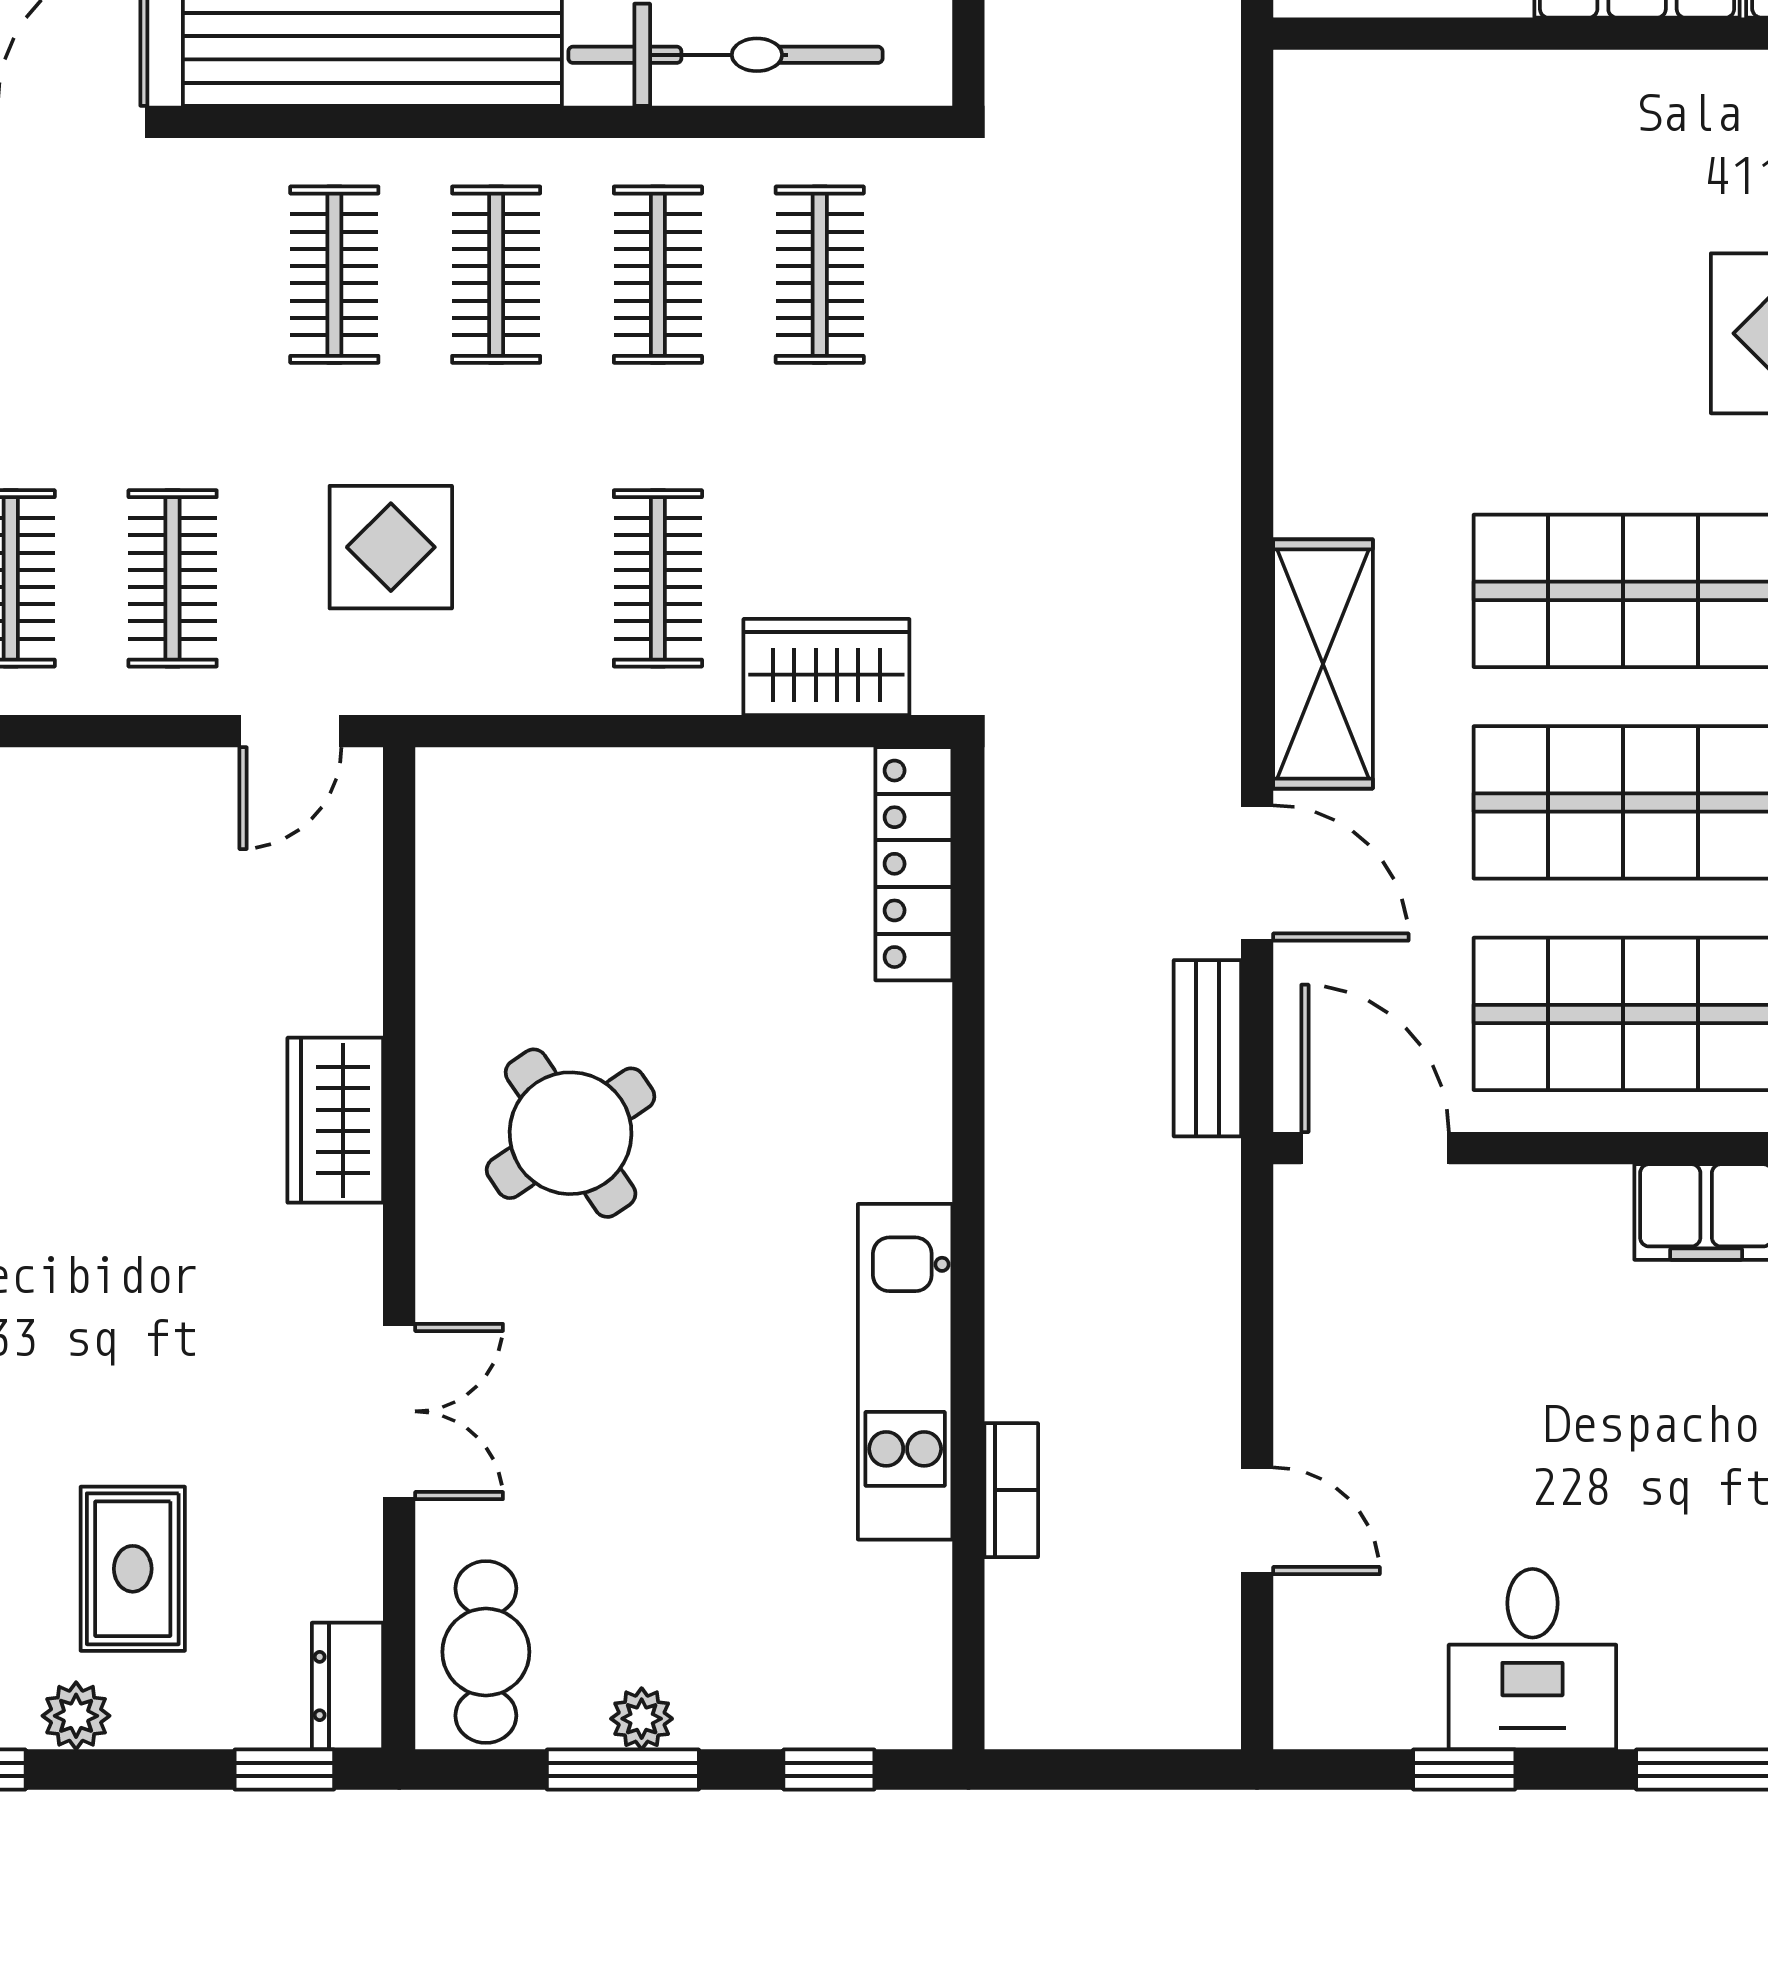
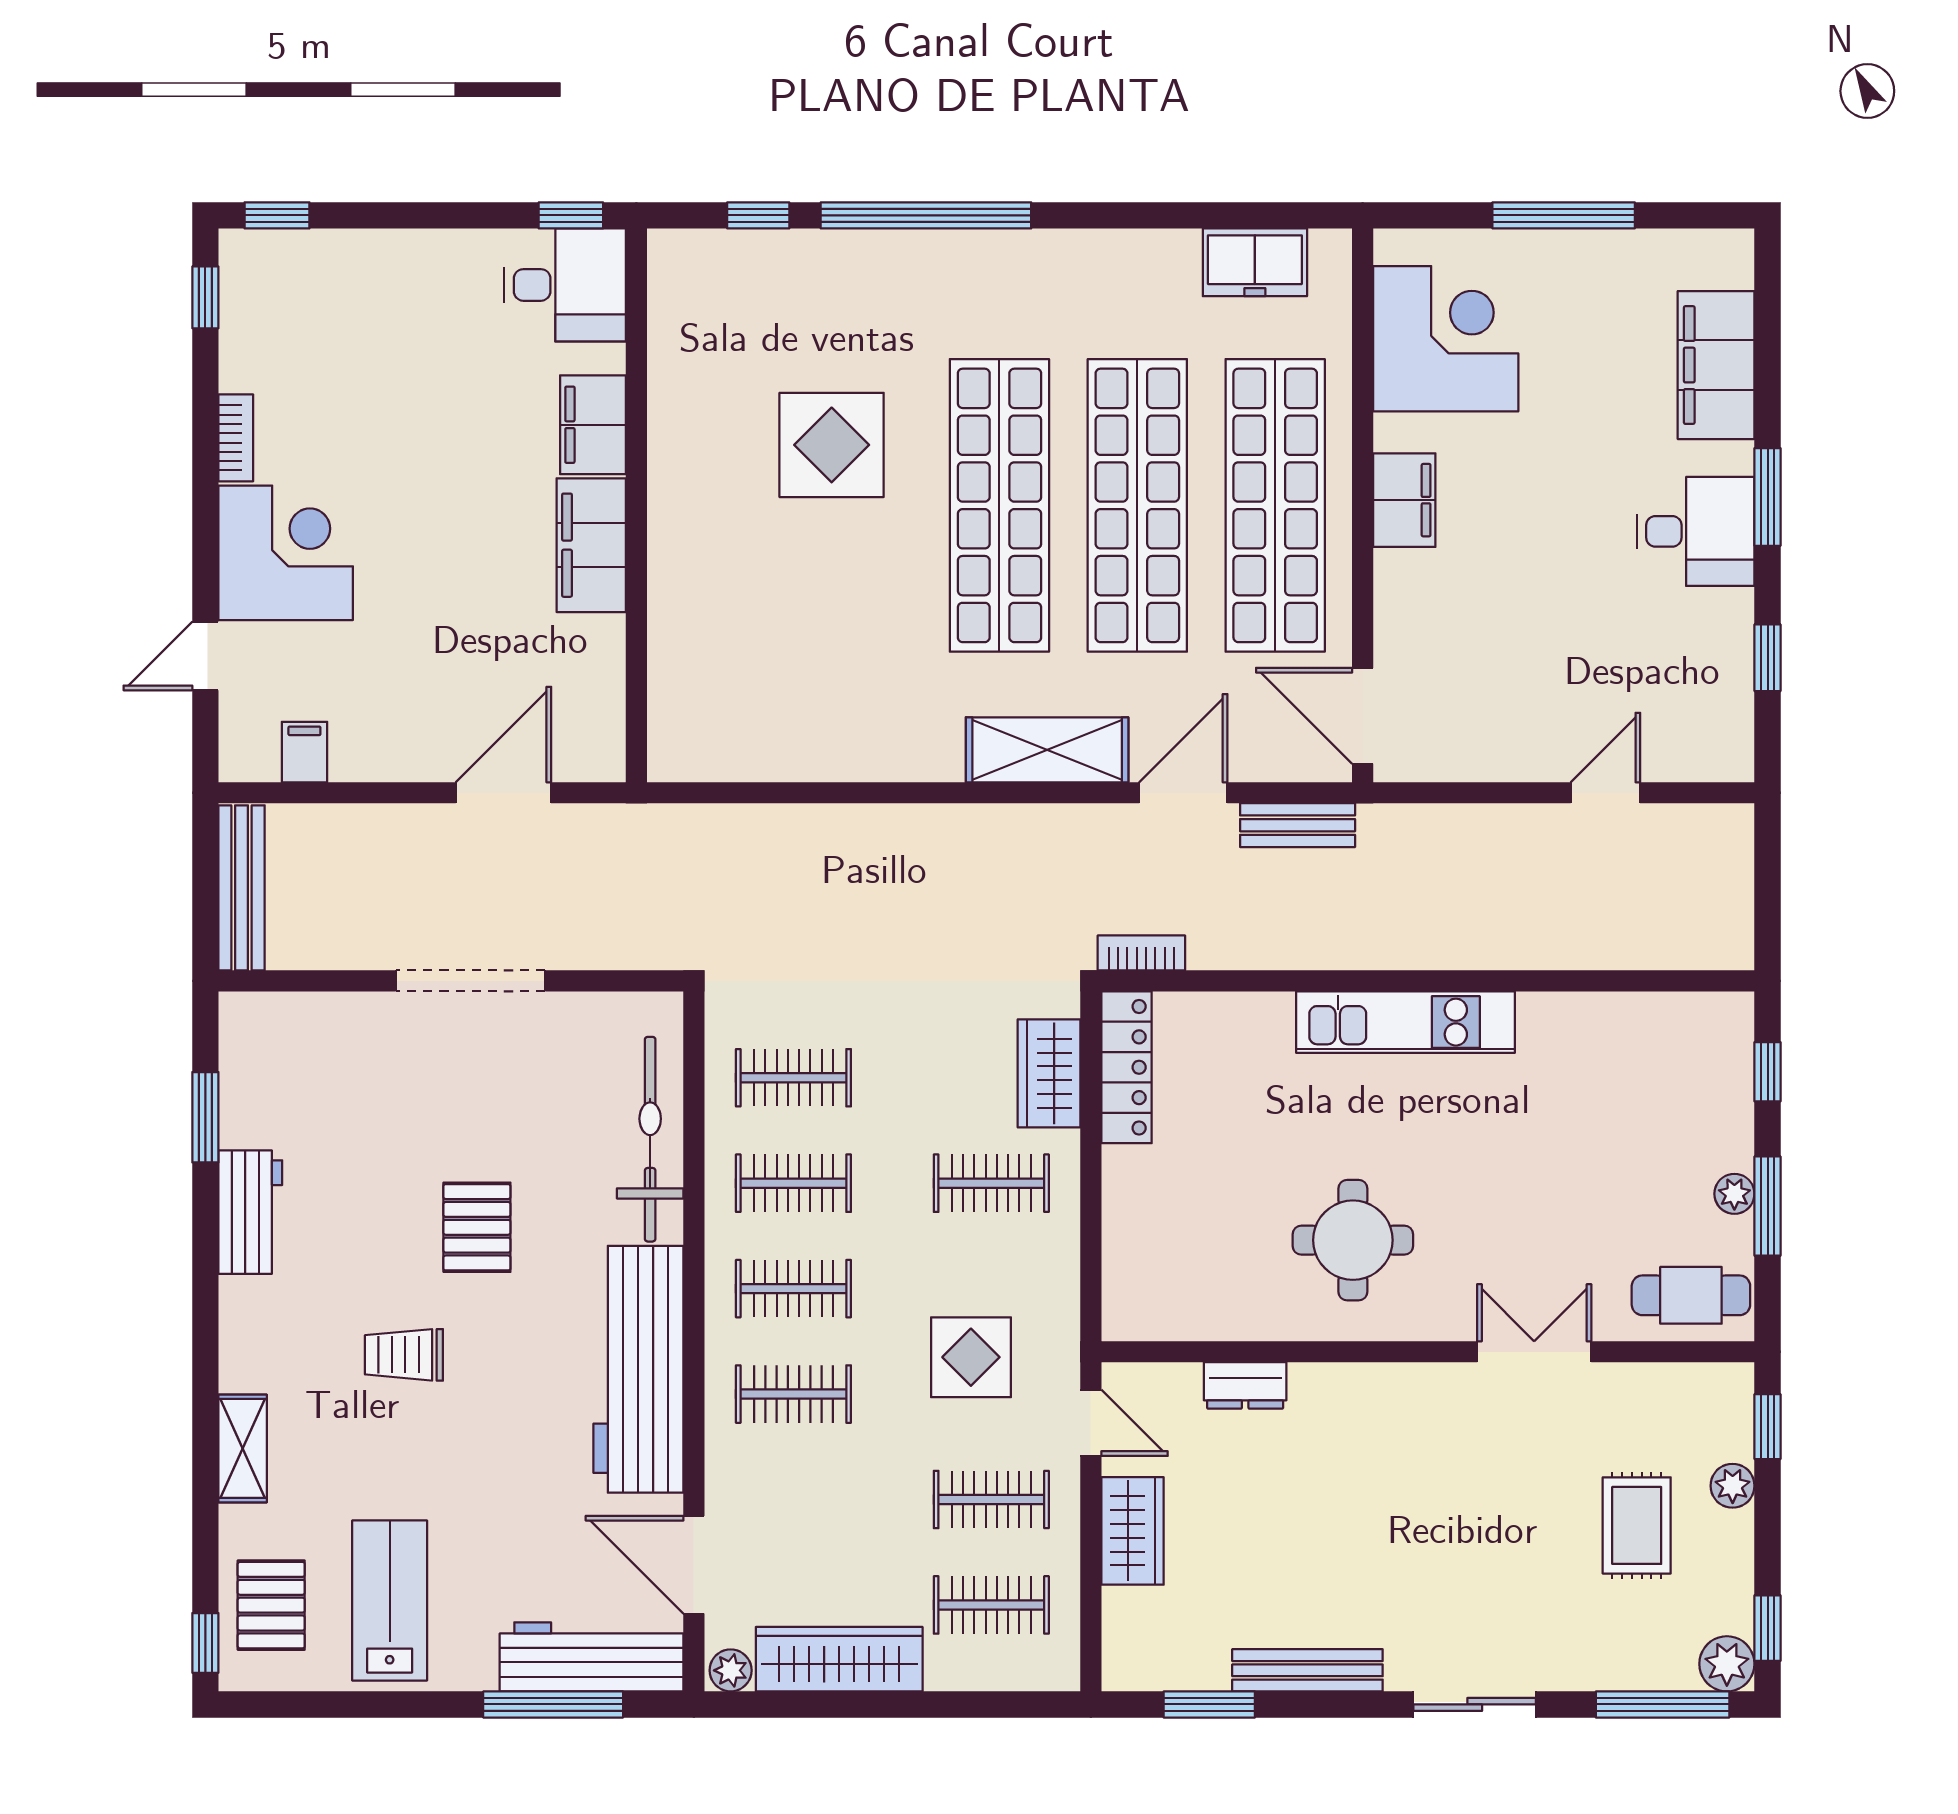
locker: (914, 864) -> (1127, 1067), moved, turned -90
wardrobe: (335, 1120) -> (1133, 1531), moved, turned -90
round table: (571, 1133) -> (1353, 1240), turned 34
door: (1375, 1148) -> (1363, 716), hinge flipped
kitchen unit: (905, 1372) -> (1406, 1022), moved
bookcase: (1011, 1490) -> (1141, 953), moved
rug: (133, 1569) -> (1637, 1525), turned 90
desk: (1532, 1659) -> (1696, 531), moved
dresser: (348, 1686) -> (1245, 1385), moved
plant: (76, 1716) -> (1733, 1486), moved

